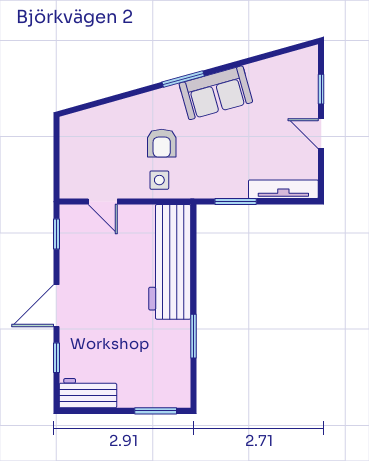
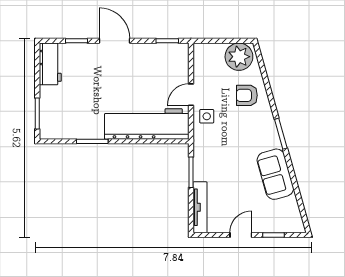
sofa: (216, 93) -> (275, 174), moved
plant: (78, 136) -> (239, 57), added
armchair: (162, 143) -> (247, 95), moved
door: (103, 202) -> (191, 95), moved

